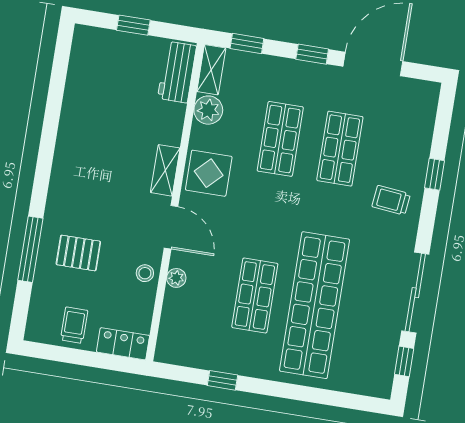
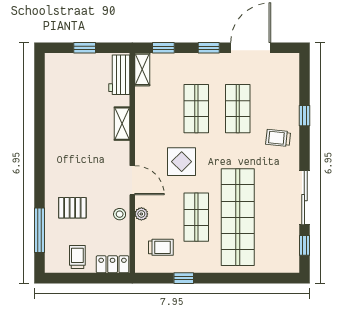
plant: (208, 110) -> (145, 97), removed
shelving: (165, 170) -> (122, 124), moved
display table: (209, 173) -> (182, 162), moved
window: (30, 249) -> (40, 230), moved
trolley: (197, 331) -> (161, 247), added

